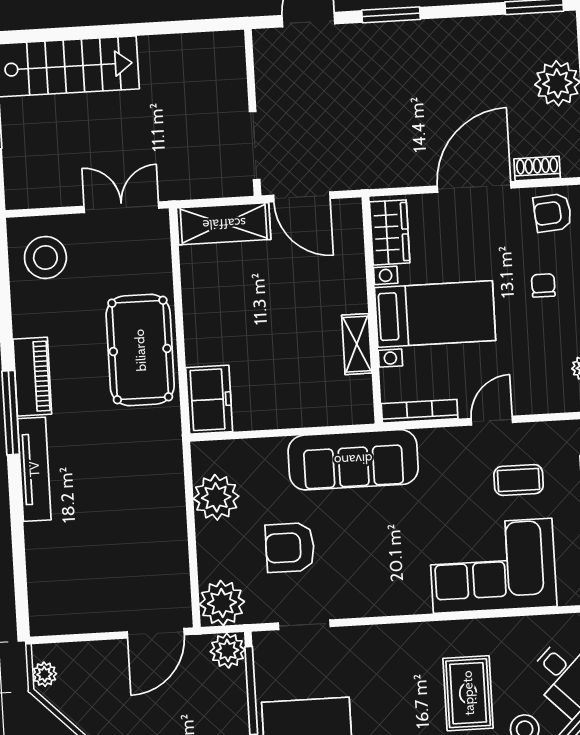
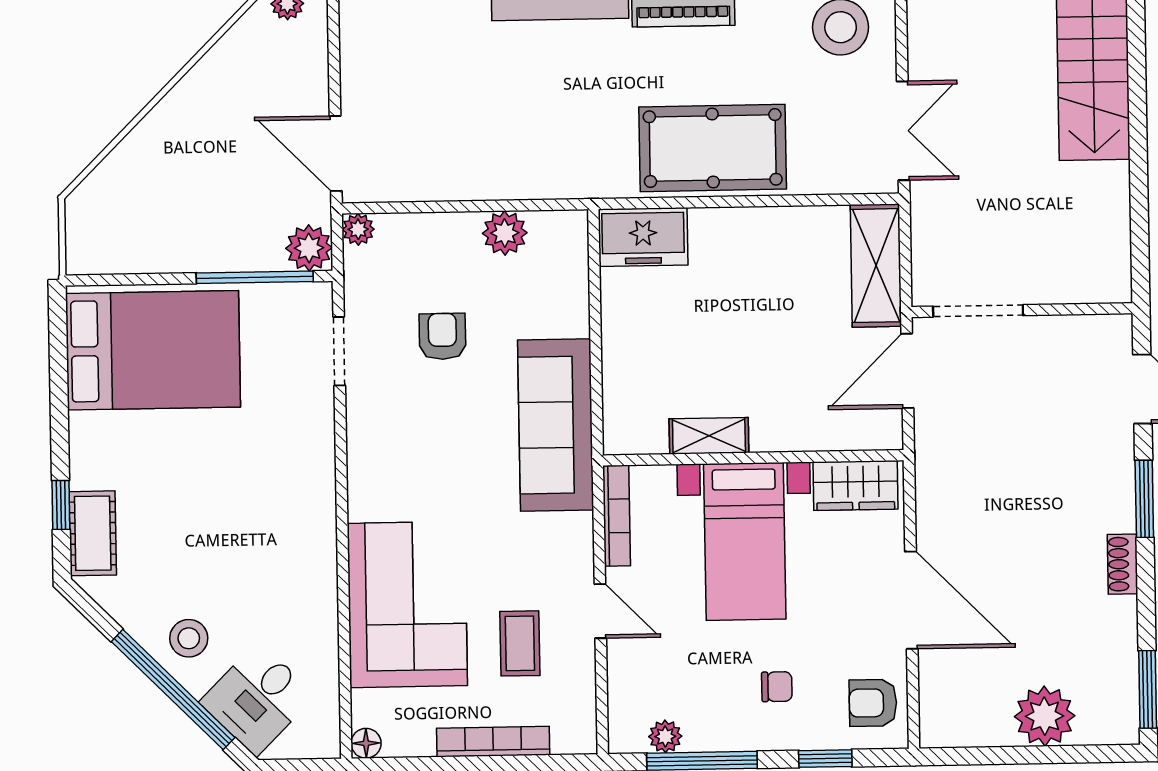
shoe rack: (537, 168) -> (1122, 564), moved, turned 180
armchair: (553, 213) -> (873, 703), turned -85
plant: (216, 497) -> (505, 233), width x0.73, depth x0.73
armchair: (290, 548) -> (442, 336), width x0.72, depth x0.72
plant: (222, 603) -> (358, 229), width x0.53, depth x0.53
rug: (468, 693) -> (239, 565), removed

